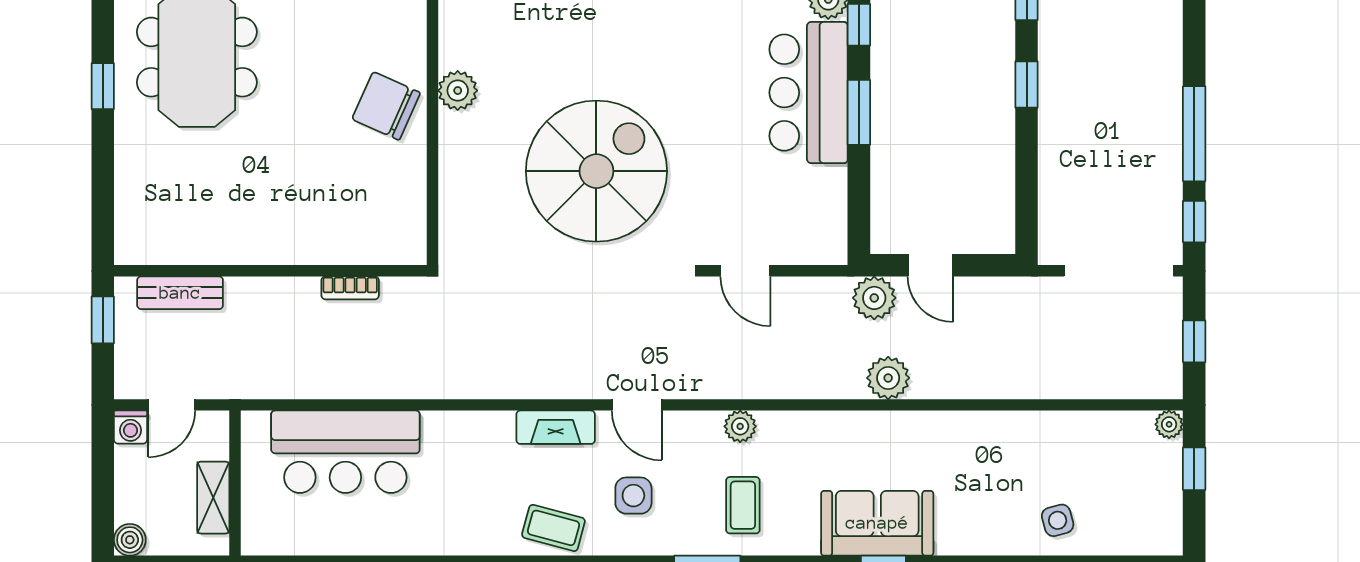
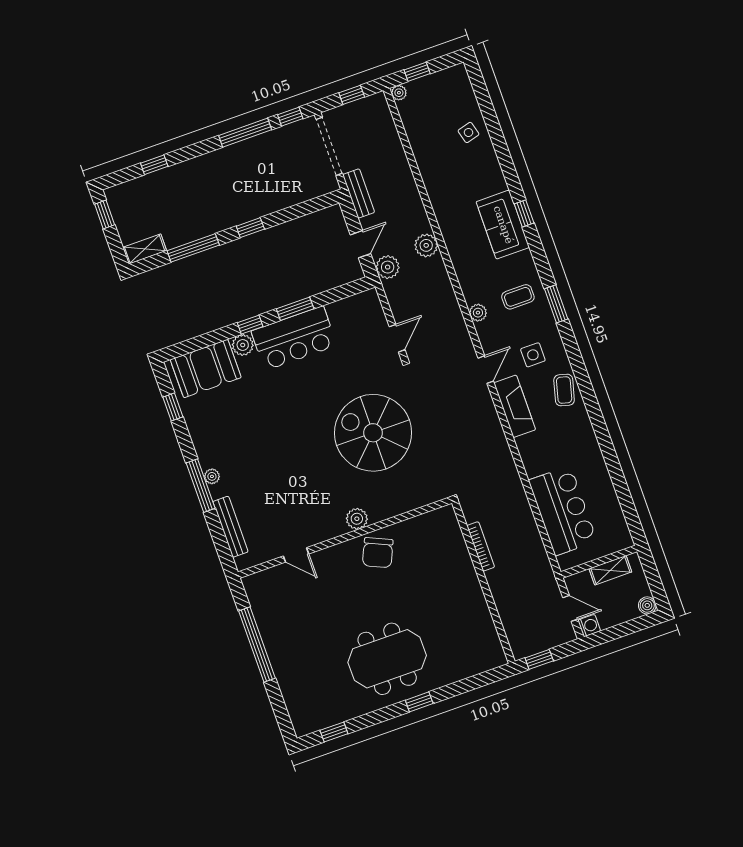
bookcase: (350, 288) -> (481, 546), width x1.56
bench: (180, 293) -> (359, 193), moved
fireplace: (556, 427) -> (515, 406), width x1.37, depth x1.32

